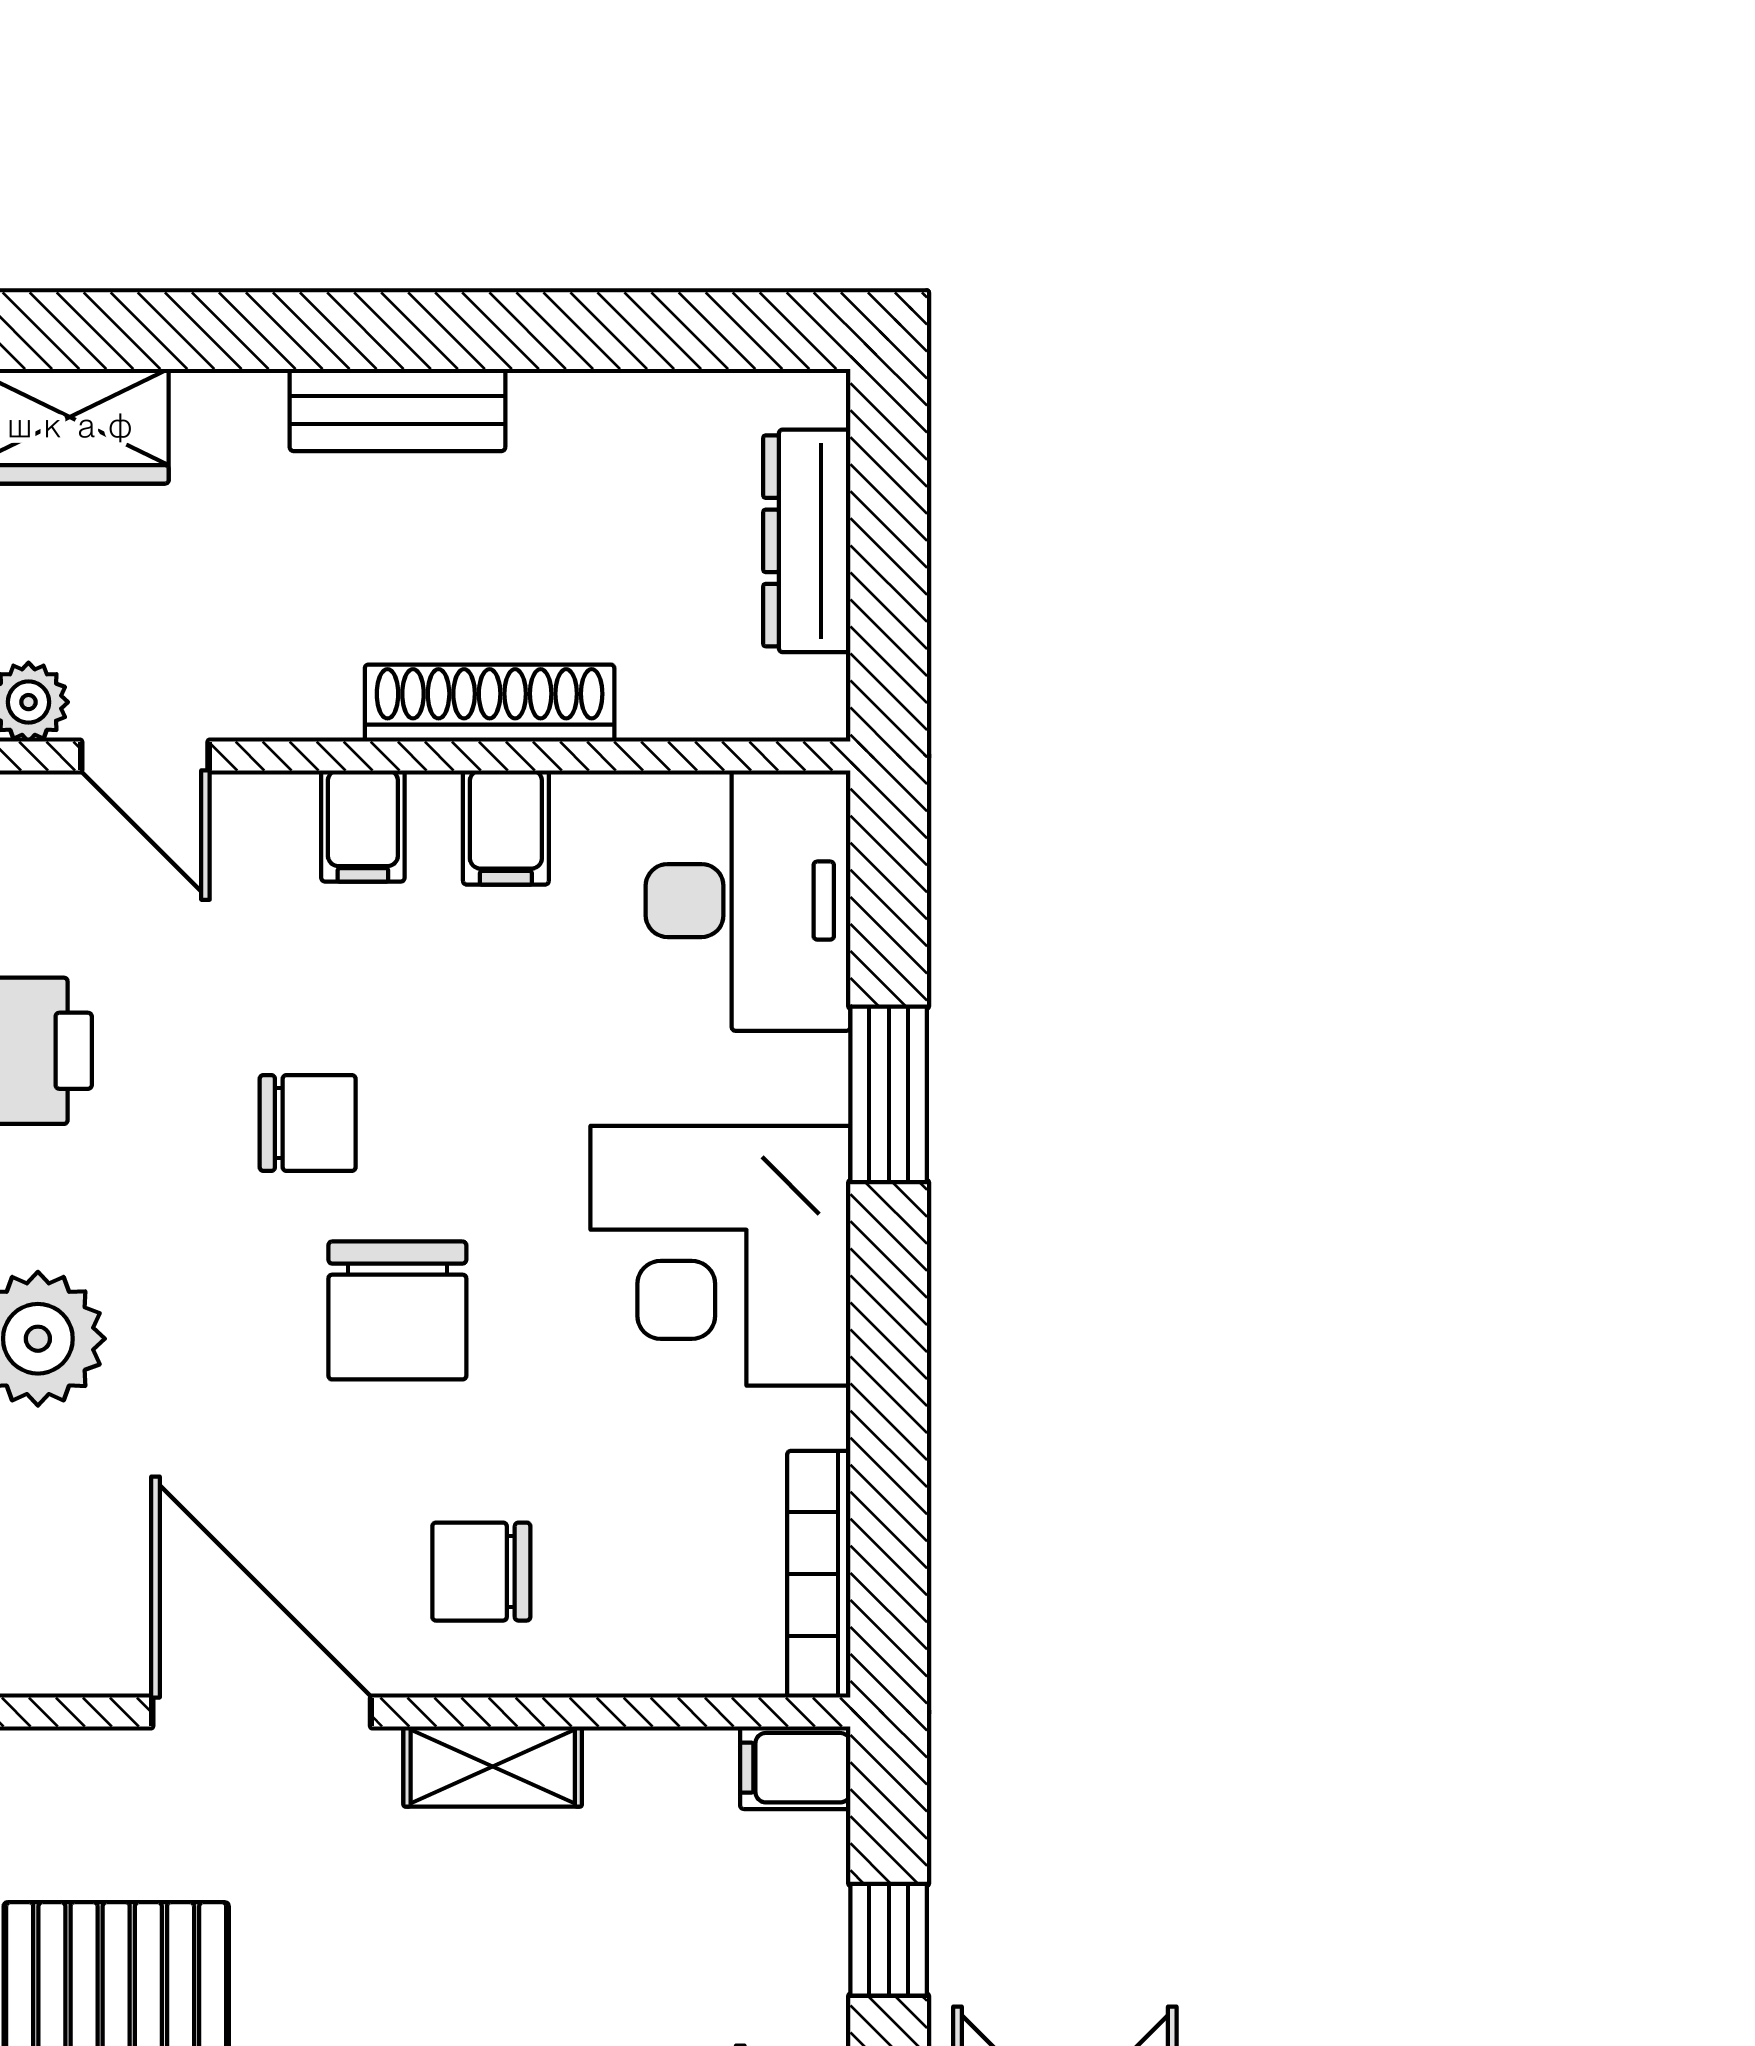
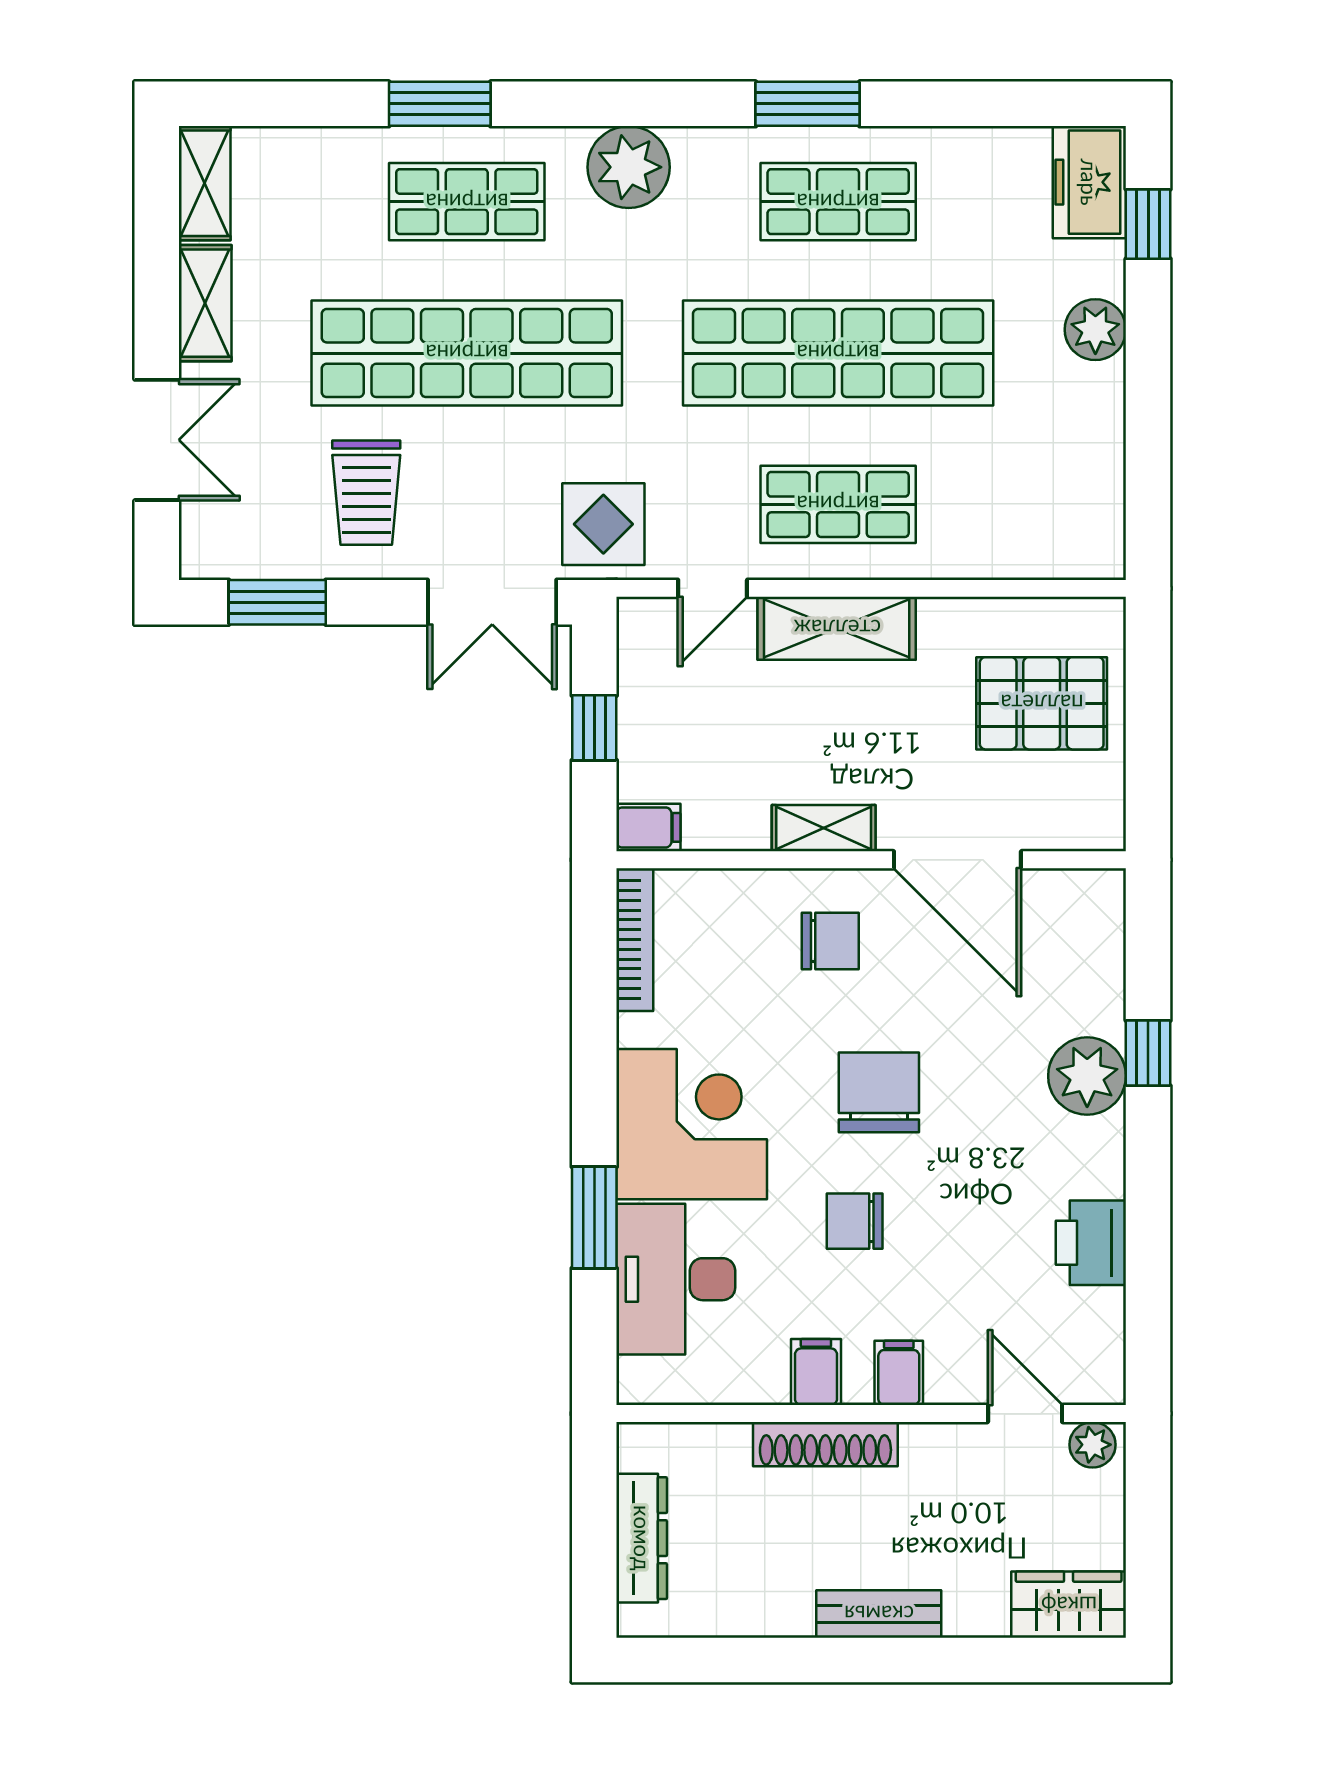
desk: (748, 901) -> (676, 1279), moved
chair: (308, 1123) -> (855, 1221), moved

